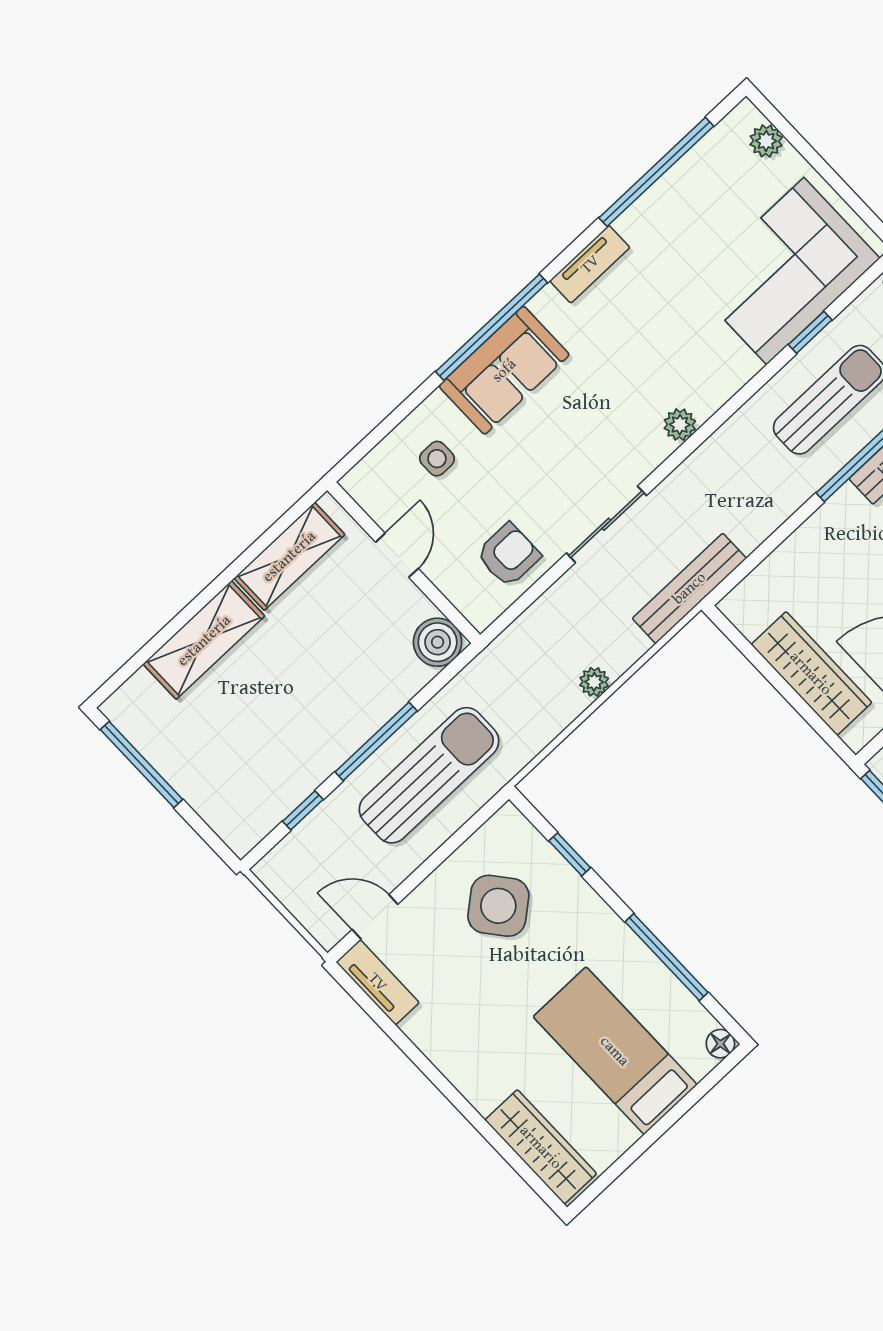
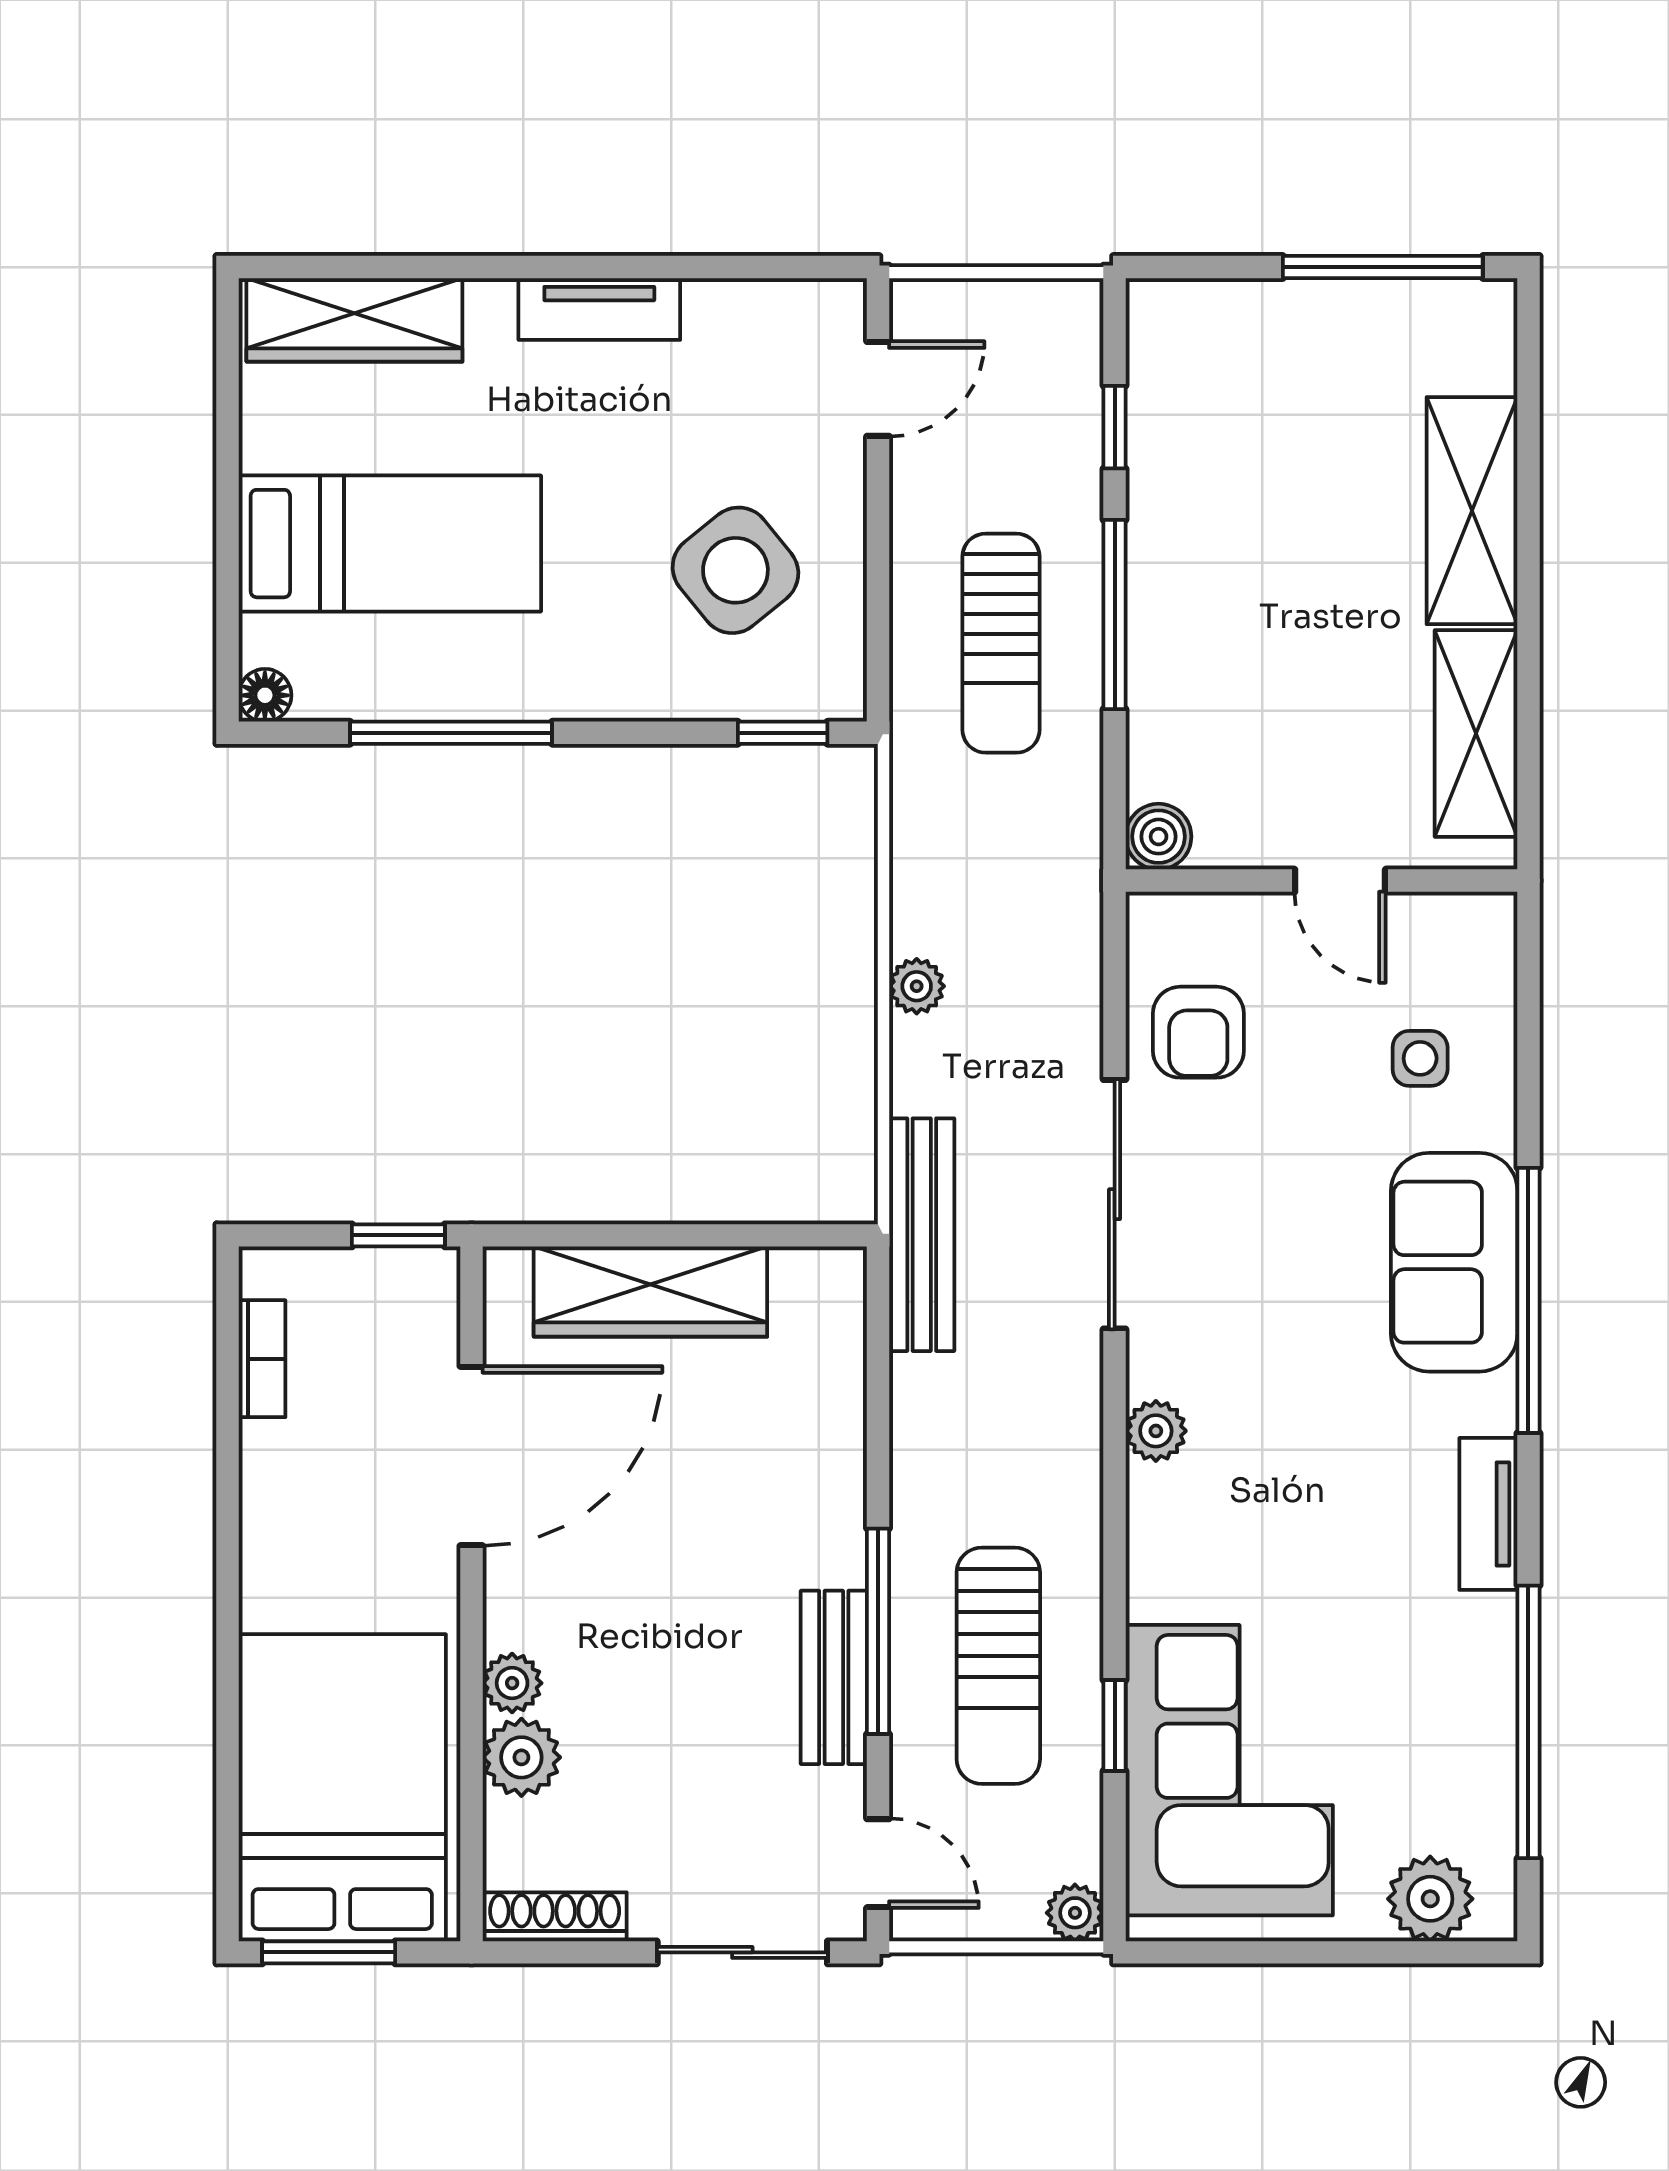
plant: (766, 141) -> (1430, 1899), width x1.38, depth x1.38
sliding door: (606, 524) -> (1115, 1204), width x1.37
boiler: (438, 642) -> (1159, 837), width x0.73, depth x0.73
sun lounger: (429, 775) -> (1001, 643), width x0.73, depth x0.75
window: (570, 854) -> (783, 733), moved
tv unit: (378, 982) -> (599, 309), moved

